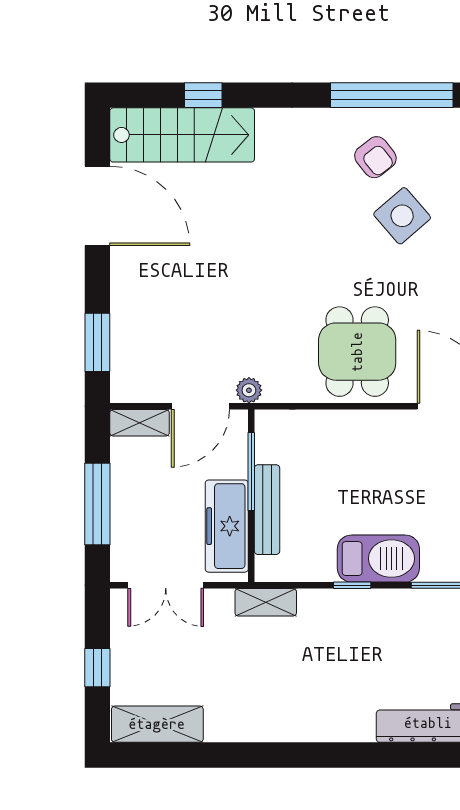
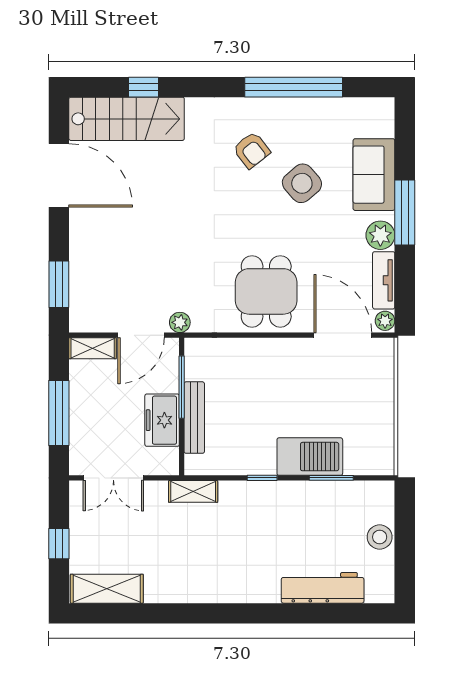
armchair: (375, 157) -> (252, 150), moved
freezer: (227, 526) -> (162, 420), width x0.71
barbecue: (378, 559) -> (310, 457), moved

